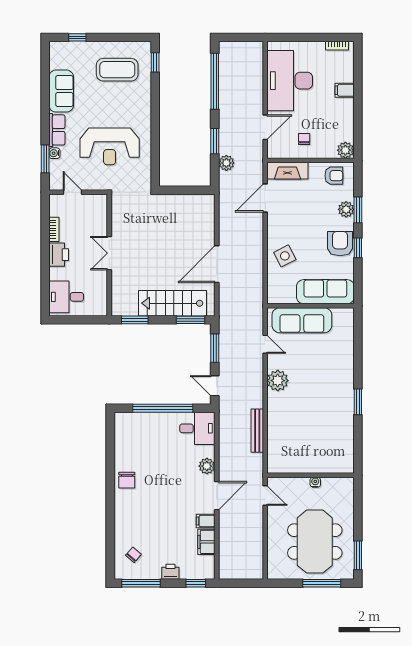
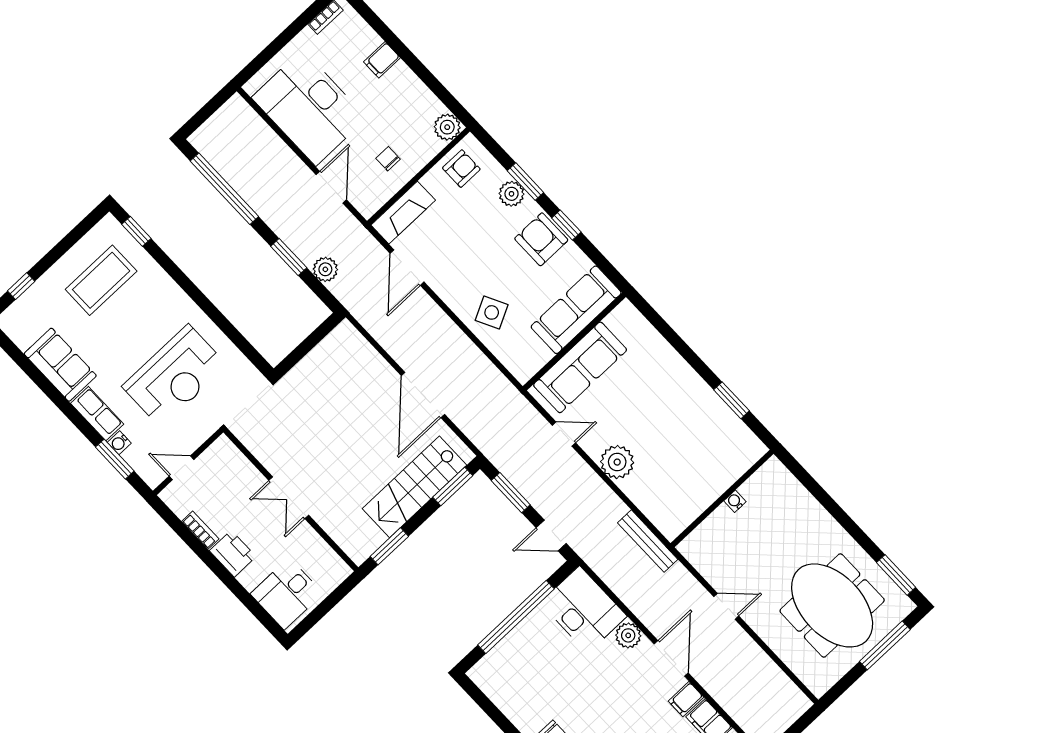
desk: (197, 428) -> (583, 610), width x1.37
wall: (311, 475) -> (722, 498), moved
water cooler: (315, 482) -> (735, 501), moved

